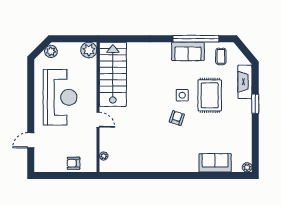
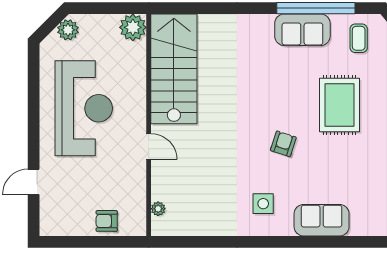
side table: (182, 95) -> (263, 204), moved
sofa: (215, 163) -> (322, 220), moved

